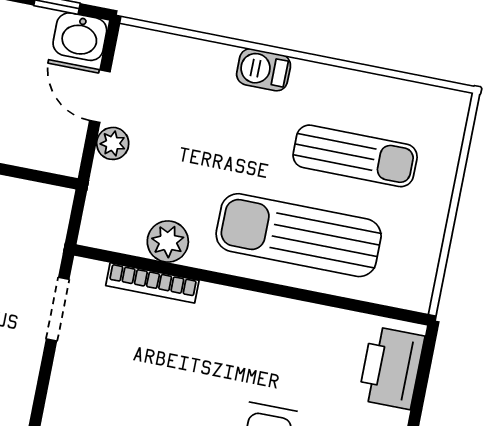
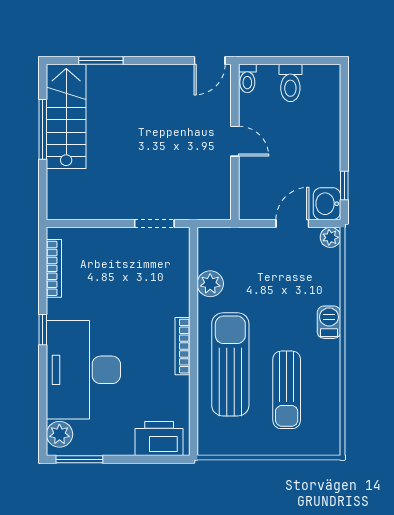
plant: (113, 143) -> (330, 237), moved
bookcase: (152, 283) -> (183, 346), moved

